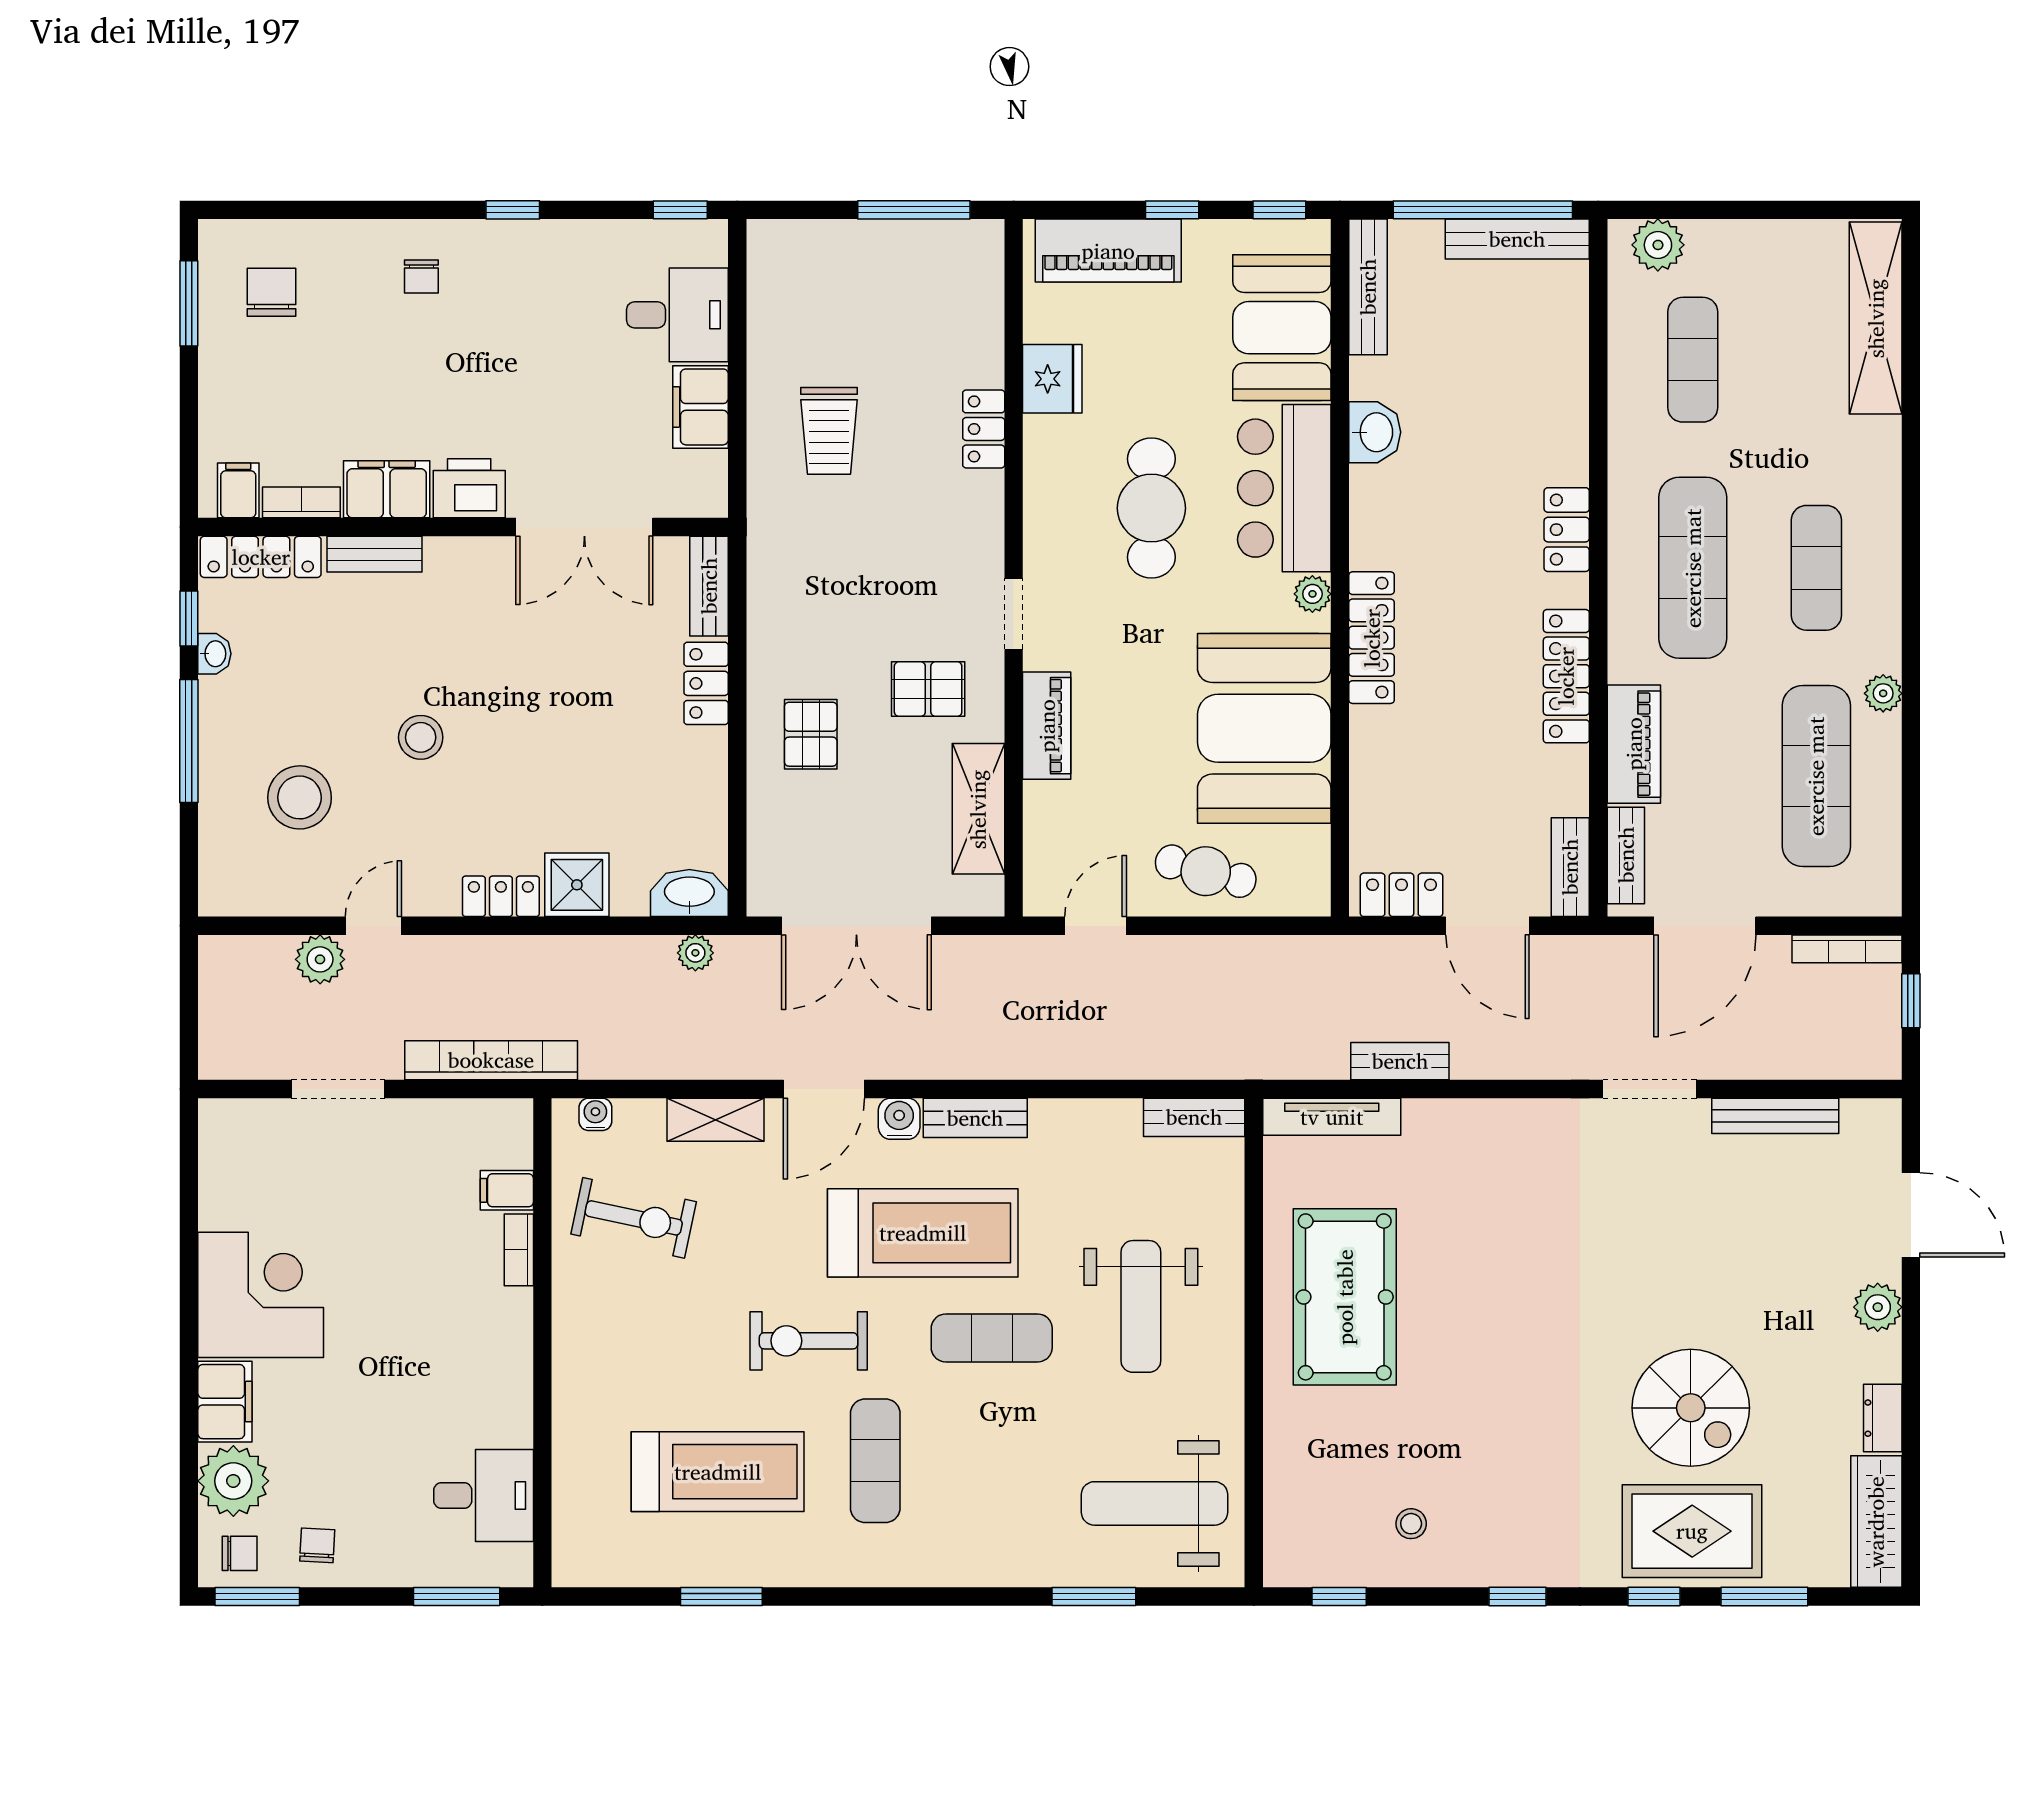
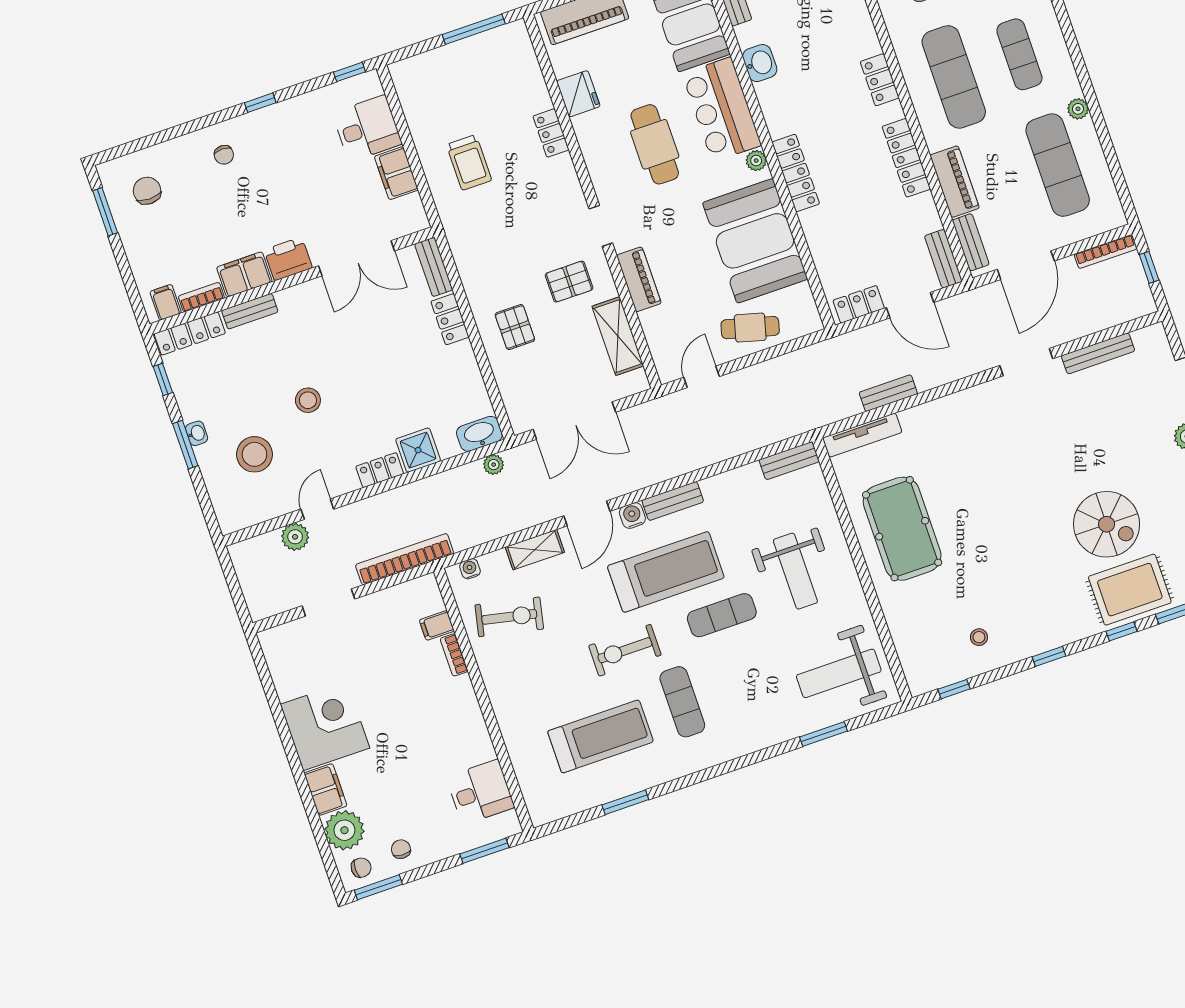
washbasin: (214, 654) -> (197, 433), moved
window: (189, 741) -> (185, 445), width x0.69

